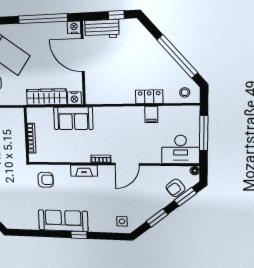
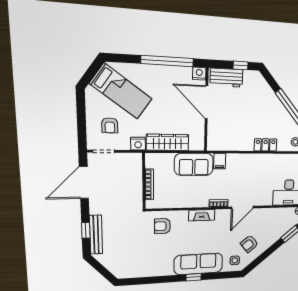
nightstand: (74, 98) -> (138, 144), moved
filing cabinet: (151, 114) -> (220, 161), moved
armchair: (46, 180) -> (162, 226), turned 180
armchair: (175, 188) -> (249, 244), moved
window: (157, 218) -> (265, 254), removed
sofa: (63, 221) -> (198, 264), moved

